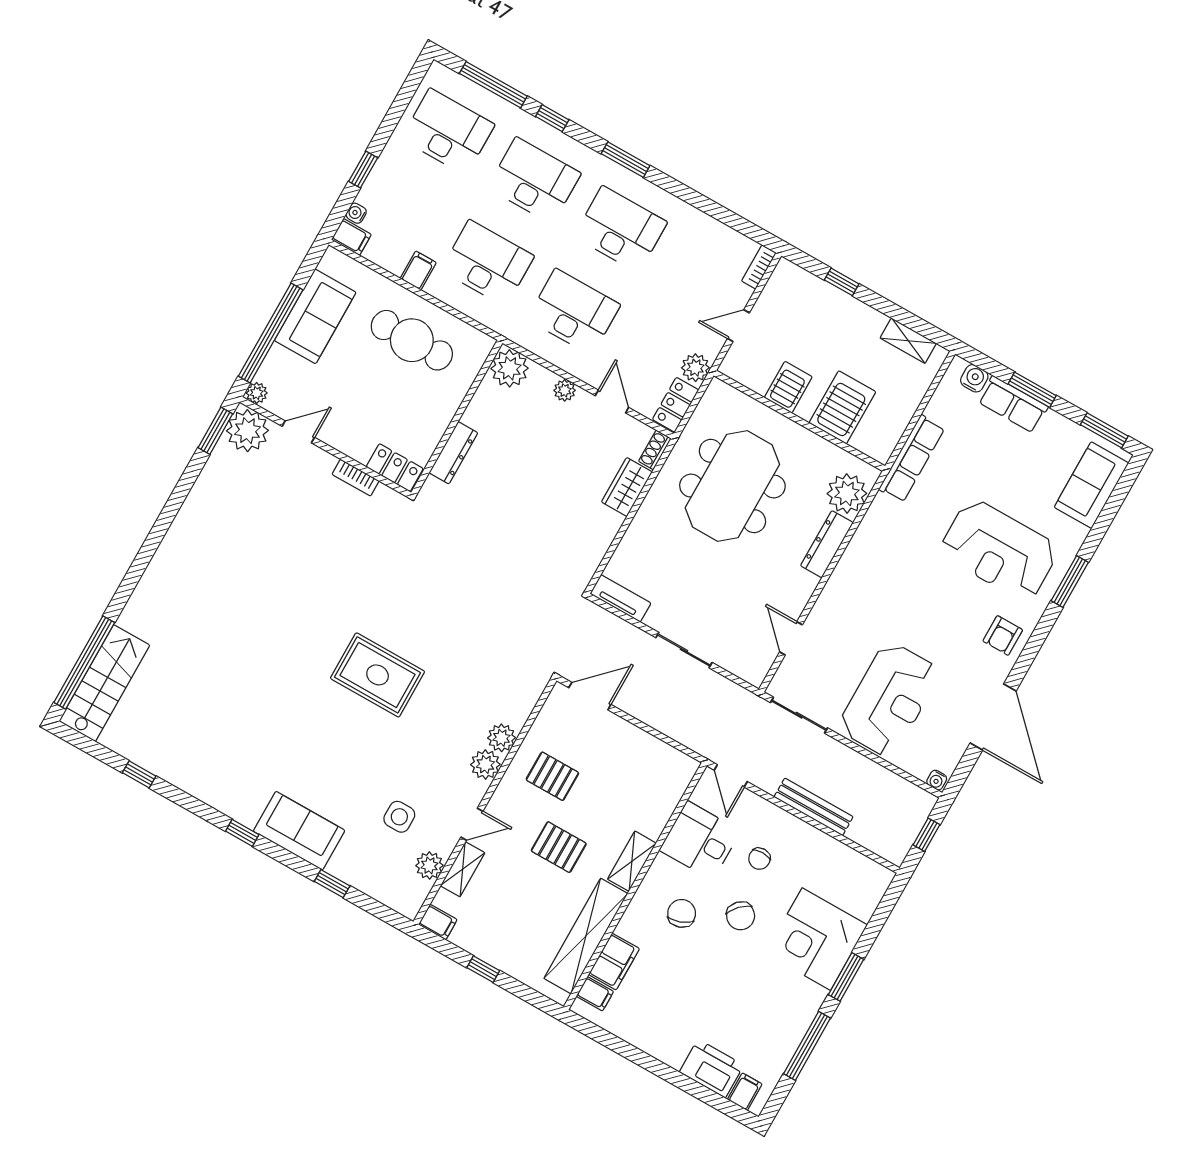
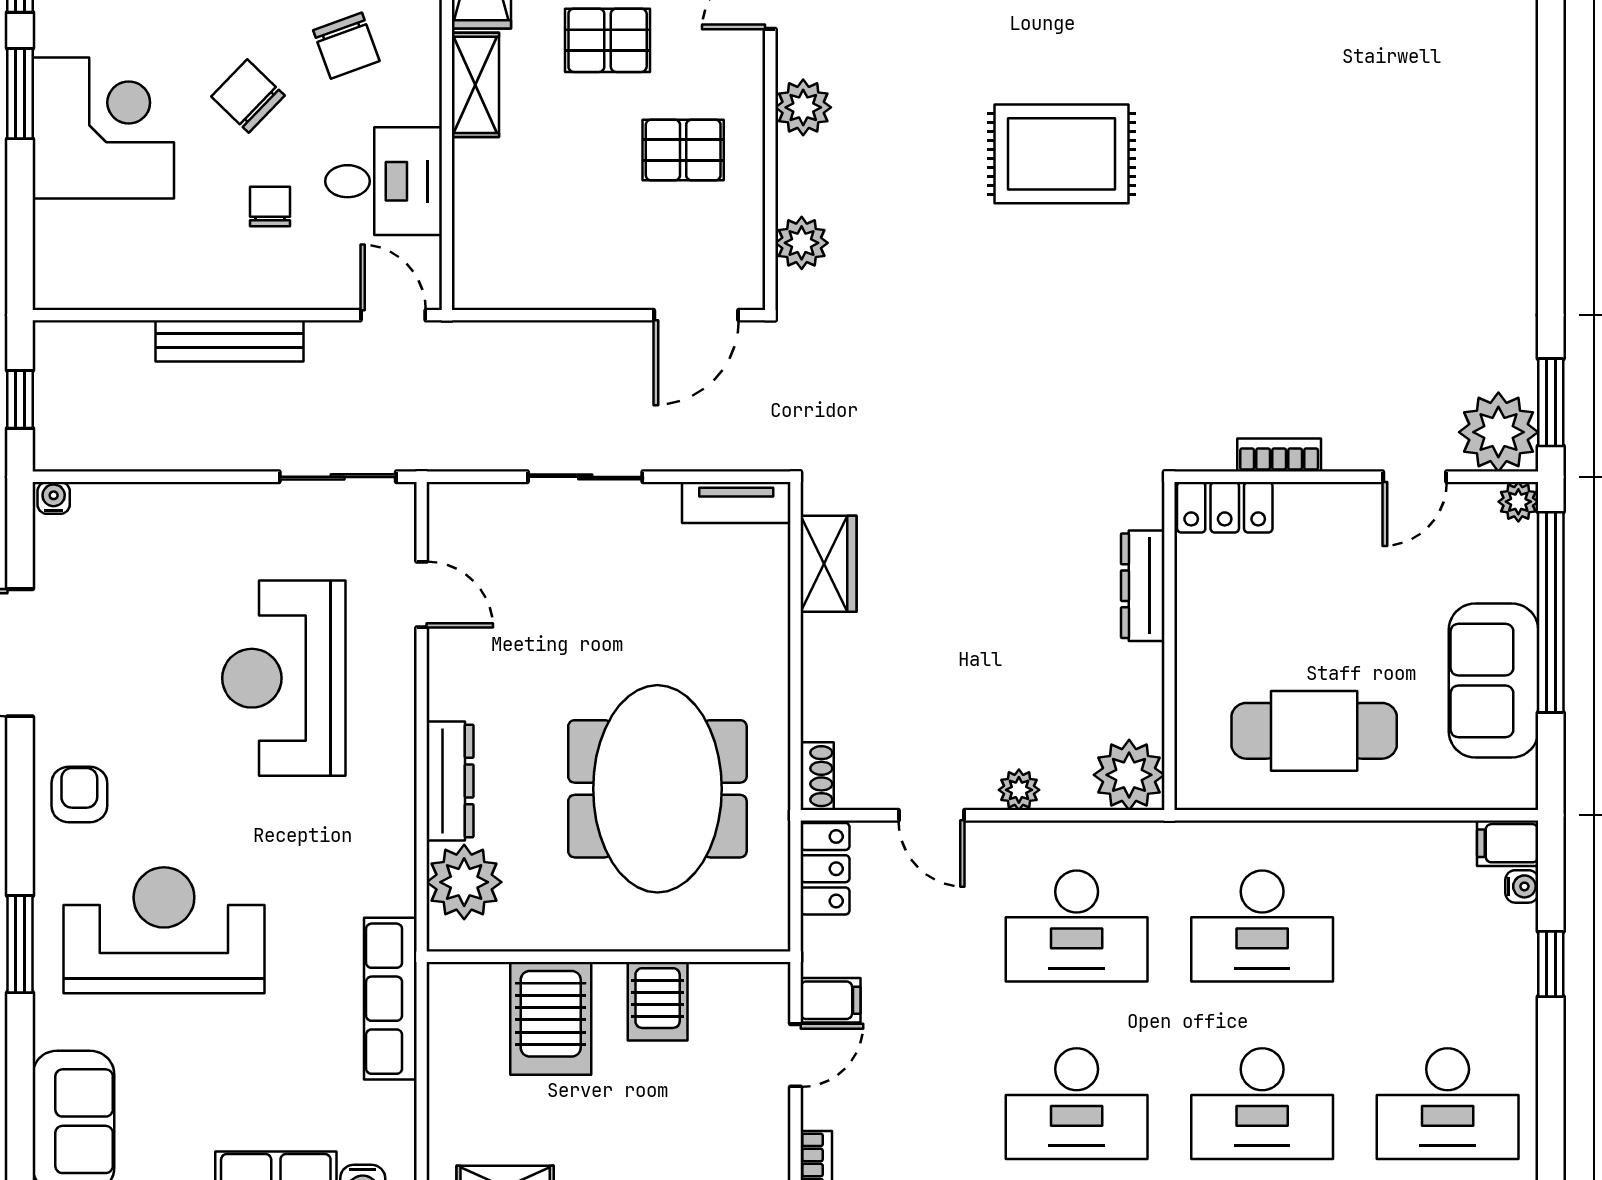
filing cabinet: (418, 270) -> (830, 1000), moved, turned -90
plant: (695, 368) -> (827, 947), removed
wardrobe: (627, 487) -> (828, 564), moved
reception desk: (889, 699) -> (284, 678), moved
plant: (501, 738) -> (802, 243), moved

